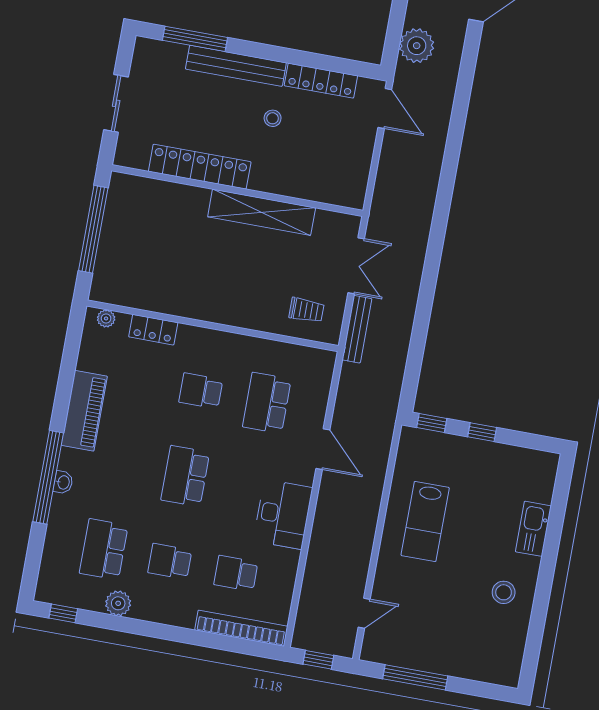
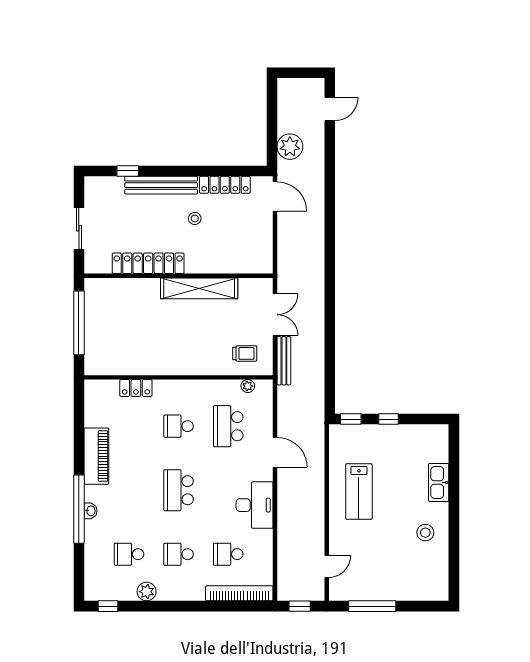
window: (195, 39) -> (128, 171), width x0.46
plant: (106, 318) -> (248, 386), moved
school desk: (104, 549) -> (129, 554), width x0.54

